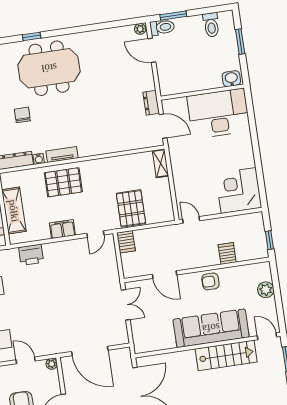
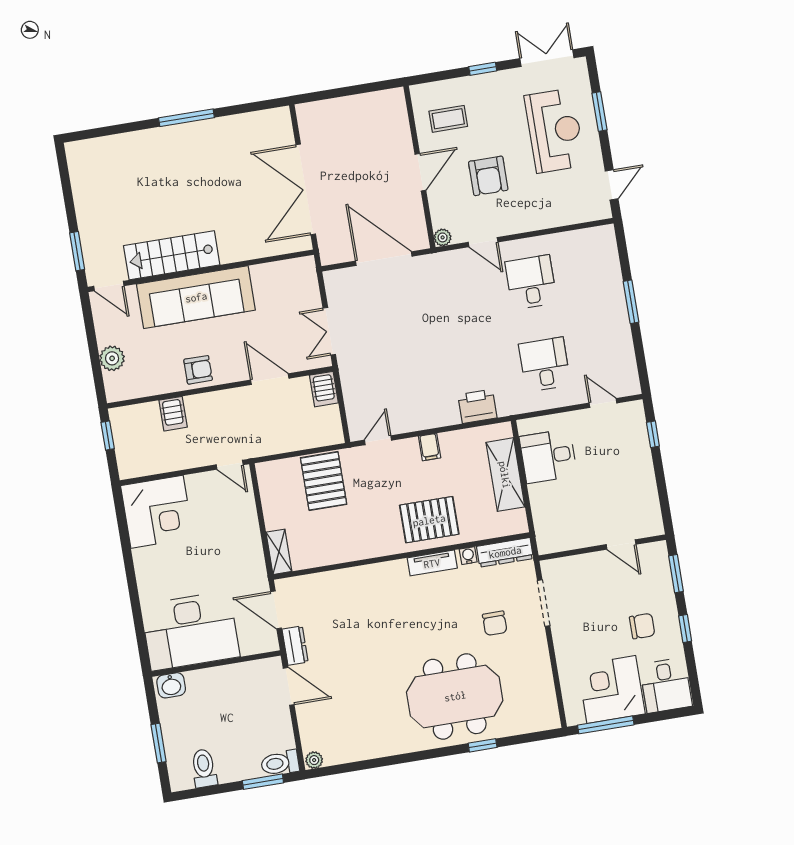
door: (152, 50) -> (289, 686), moved
filing cabinet: (62, 229) -> (430, 447), width x0.50
server rack: (126, 242) -> (324, 389), moved, turned 180

